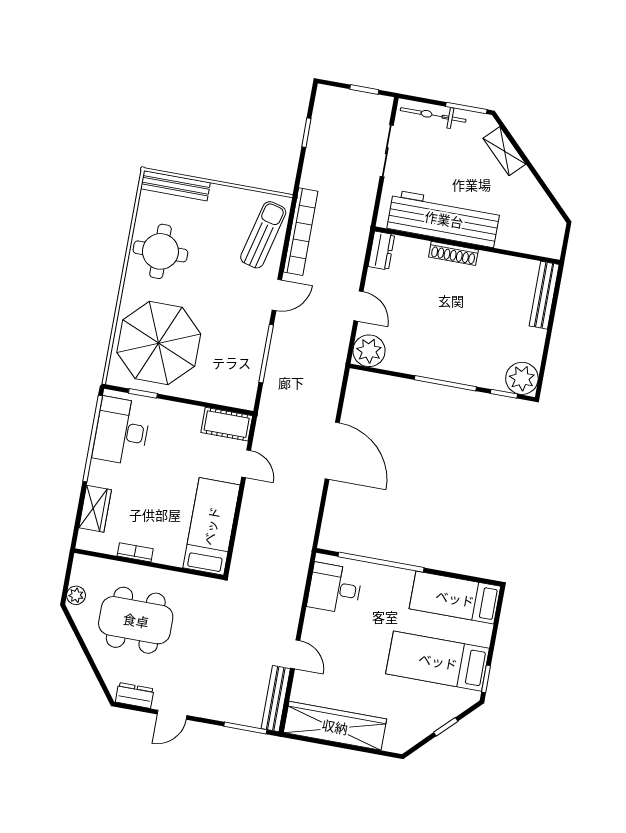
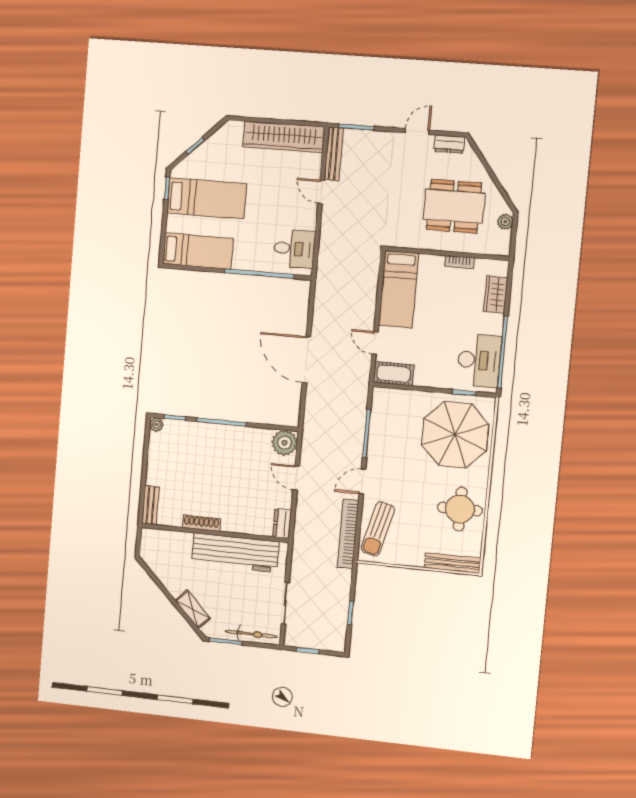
shoe rack: (453, 253) -> (201, 523), moved
bench: (544, 295) -> (150, 505), width x0.73
plant: (522, 378) -> (157, 425), width x0.53, depth x0.53

